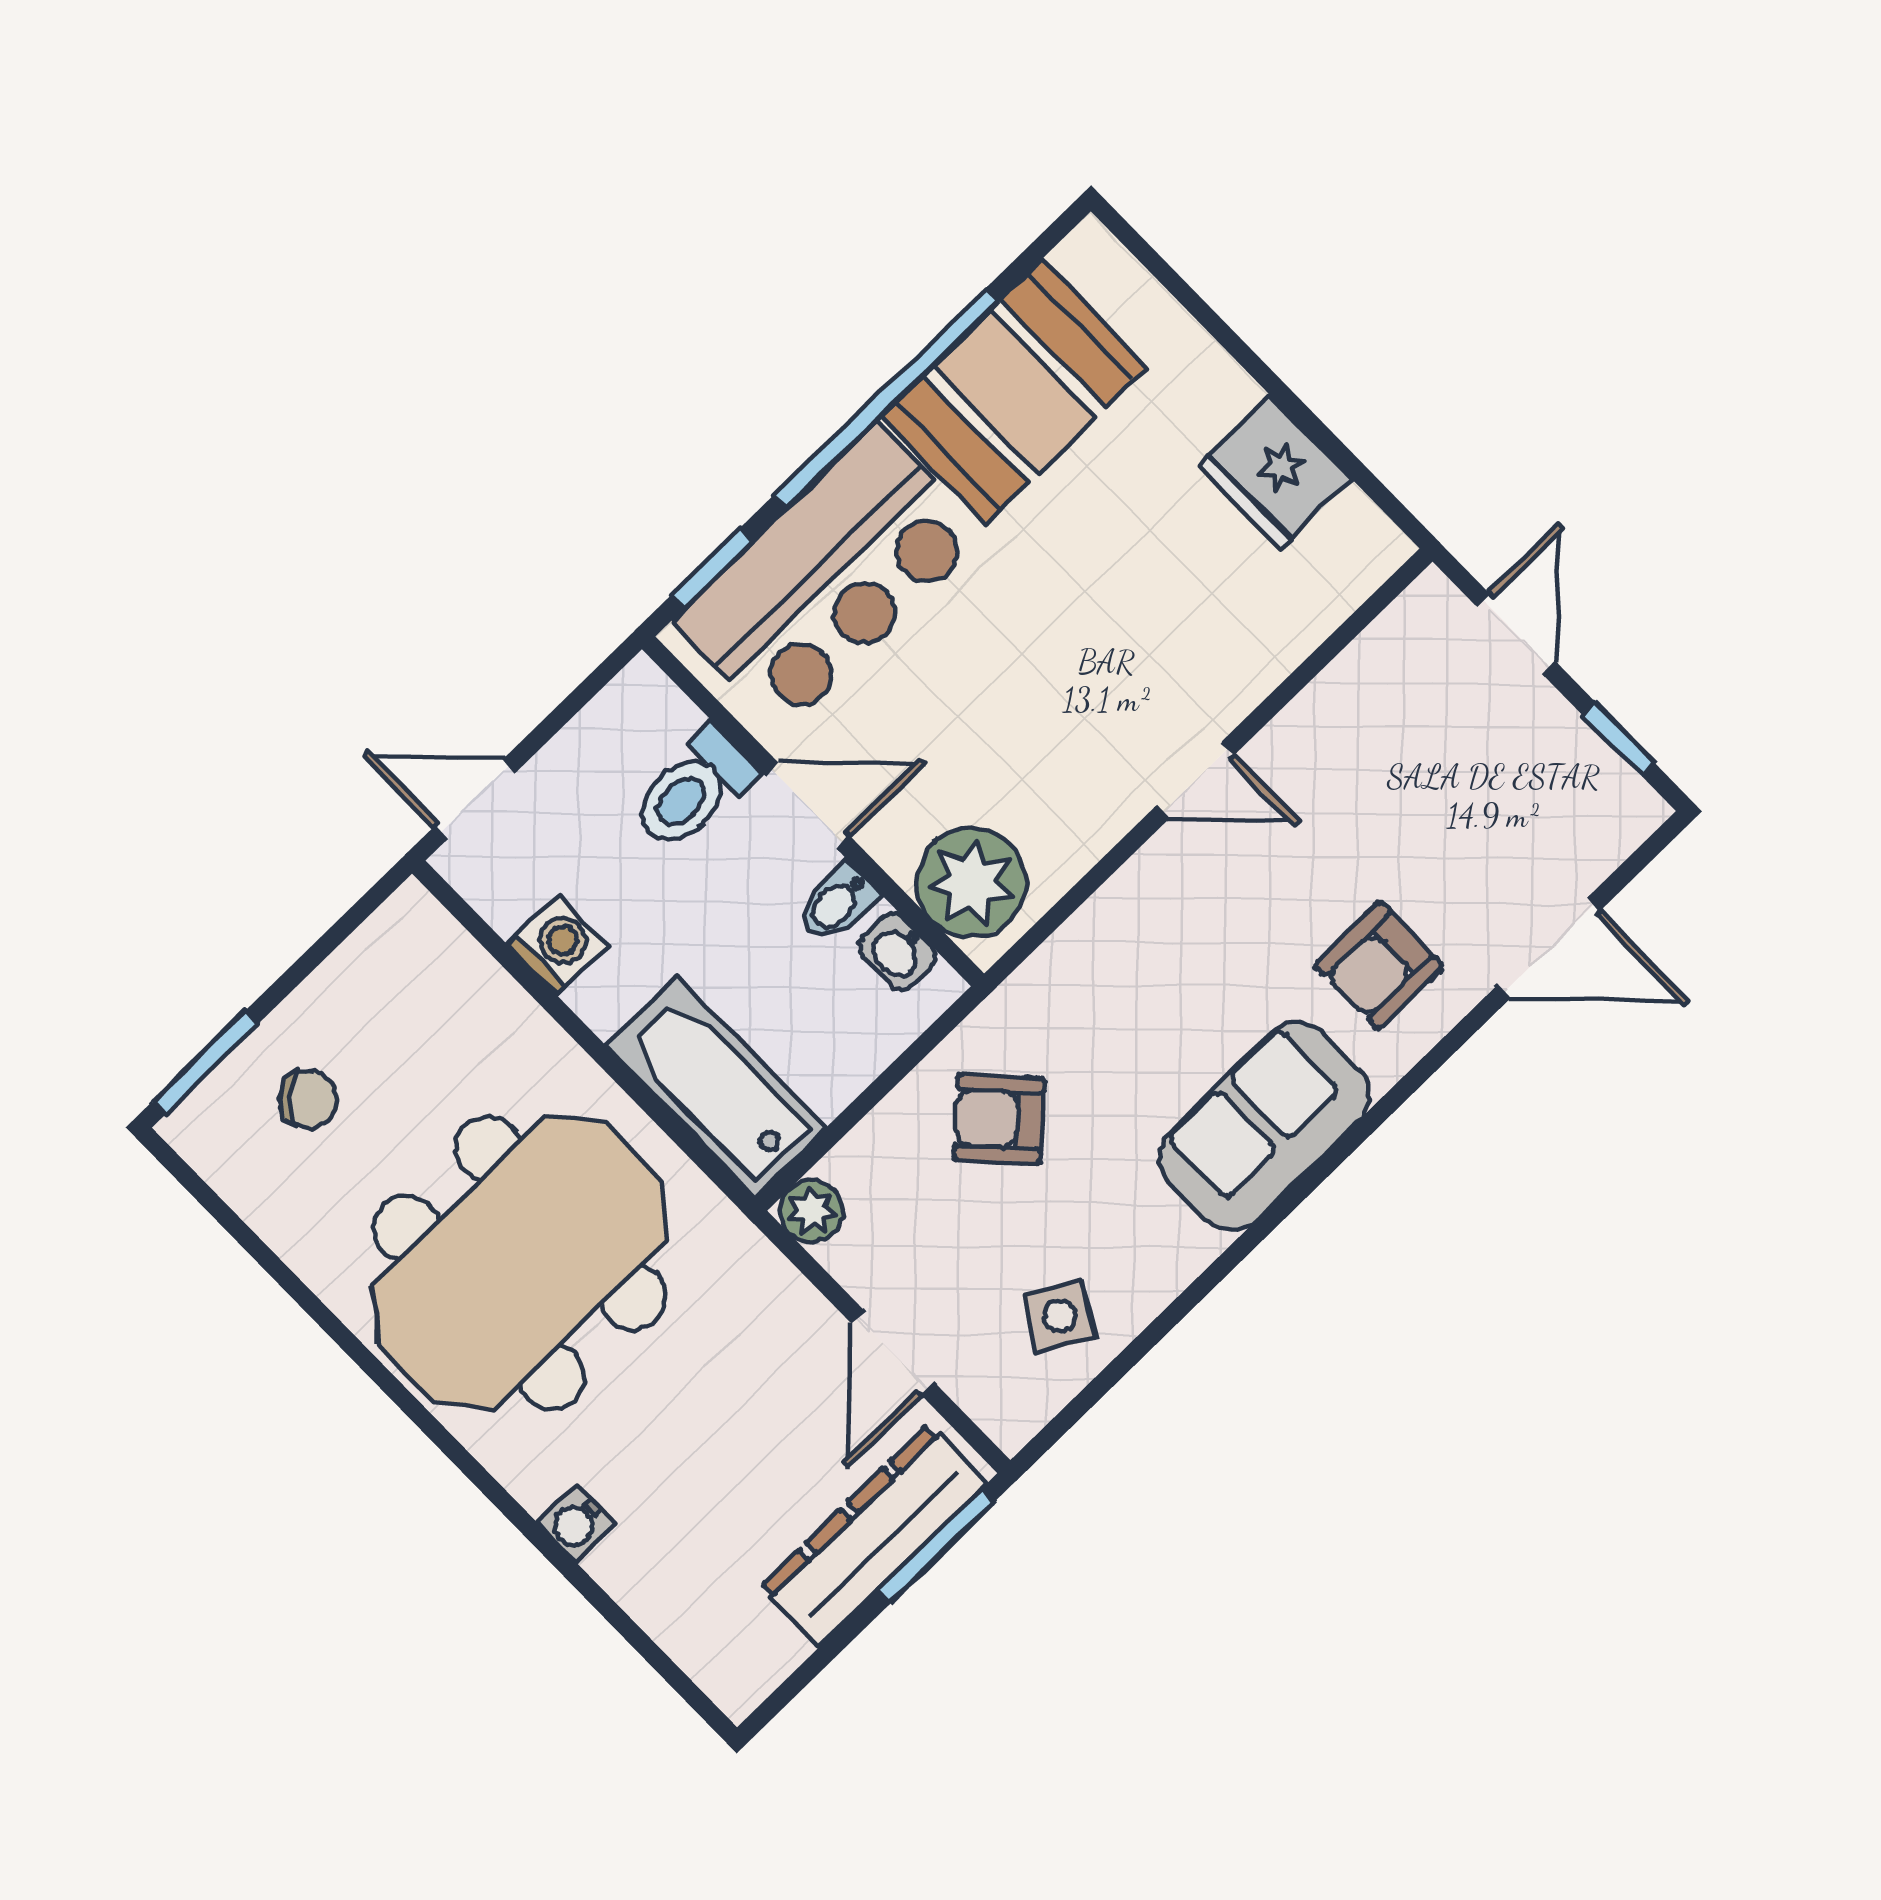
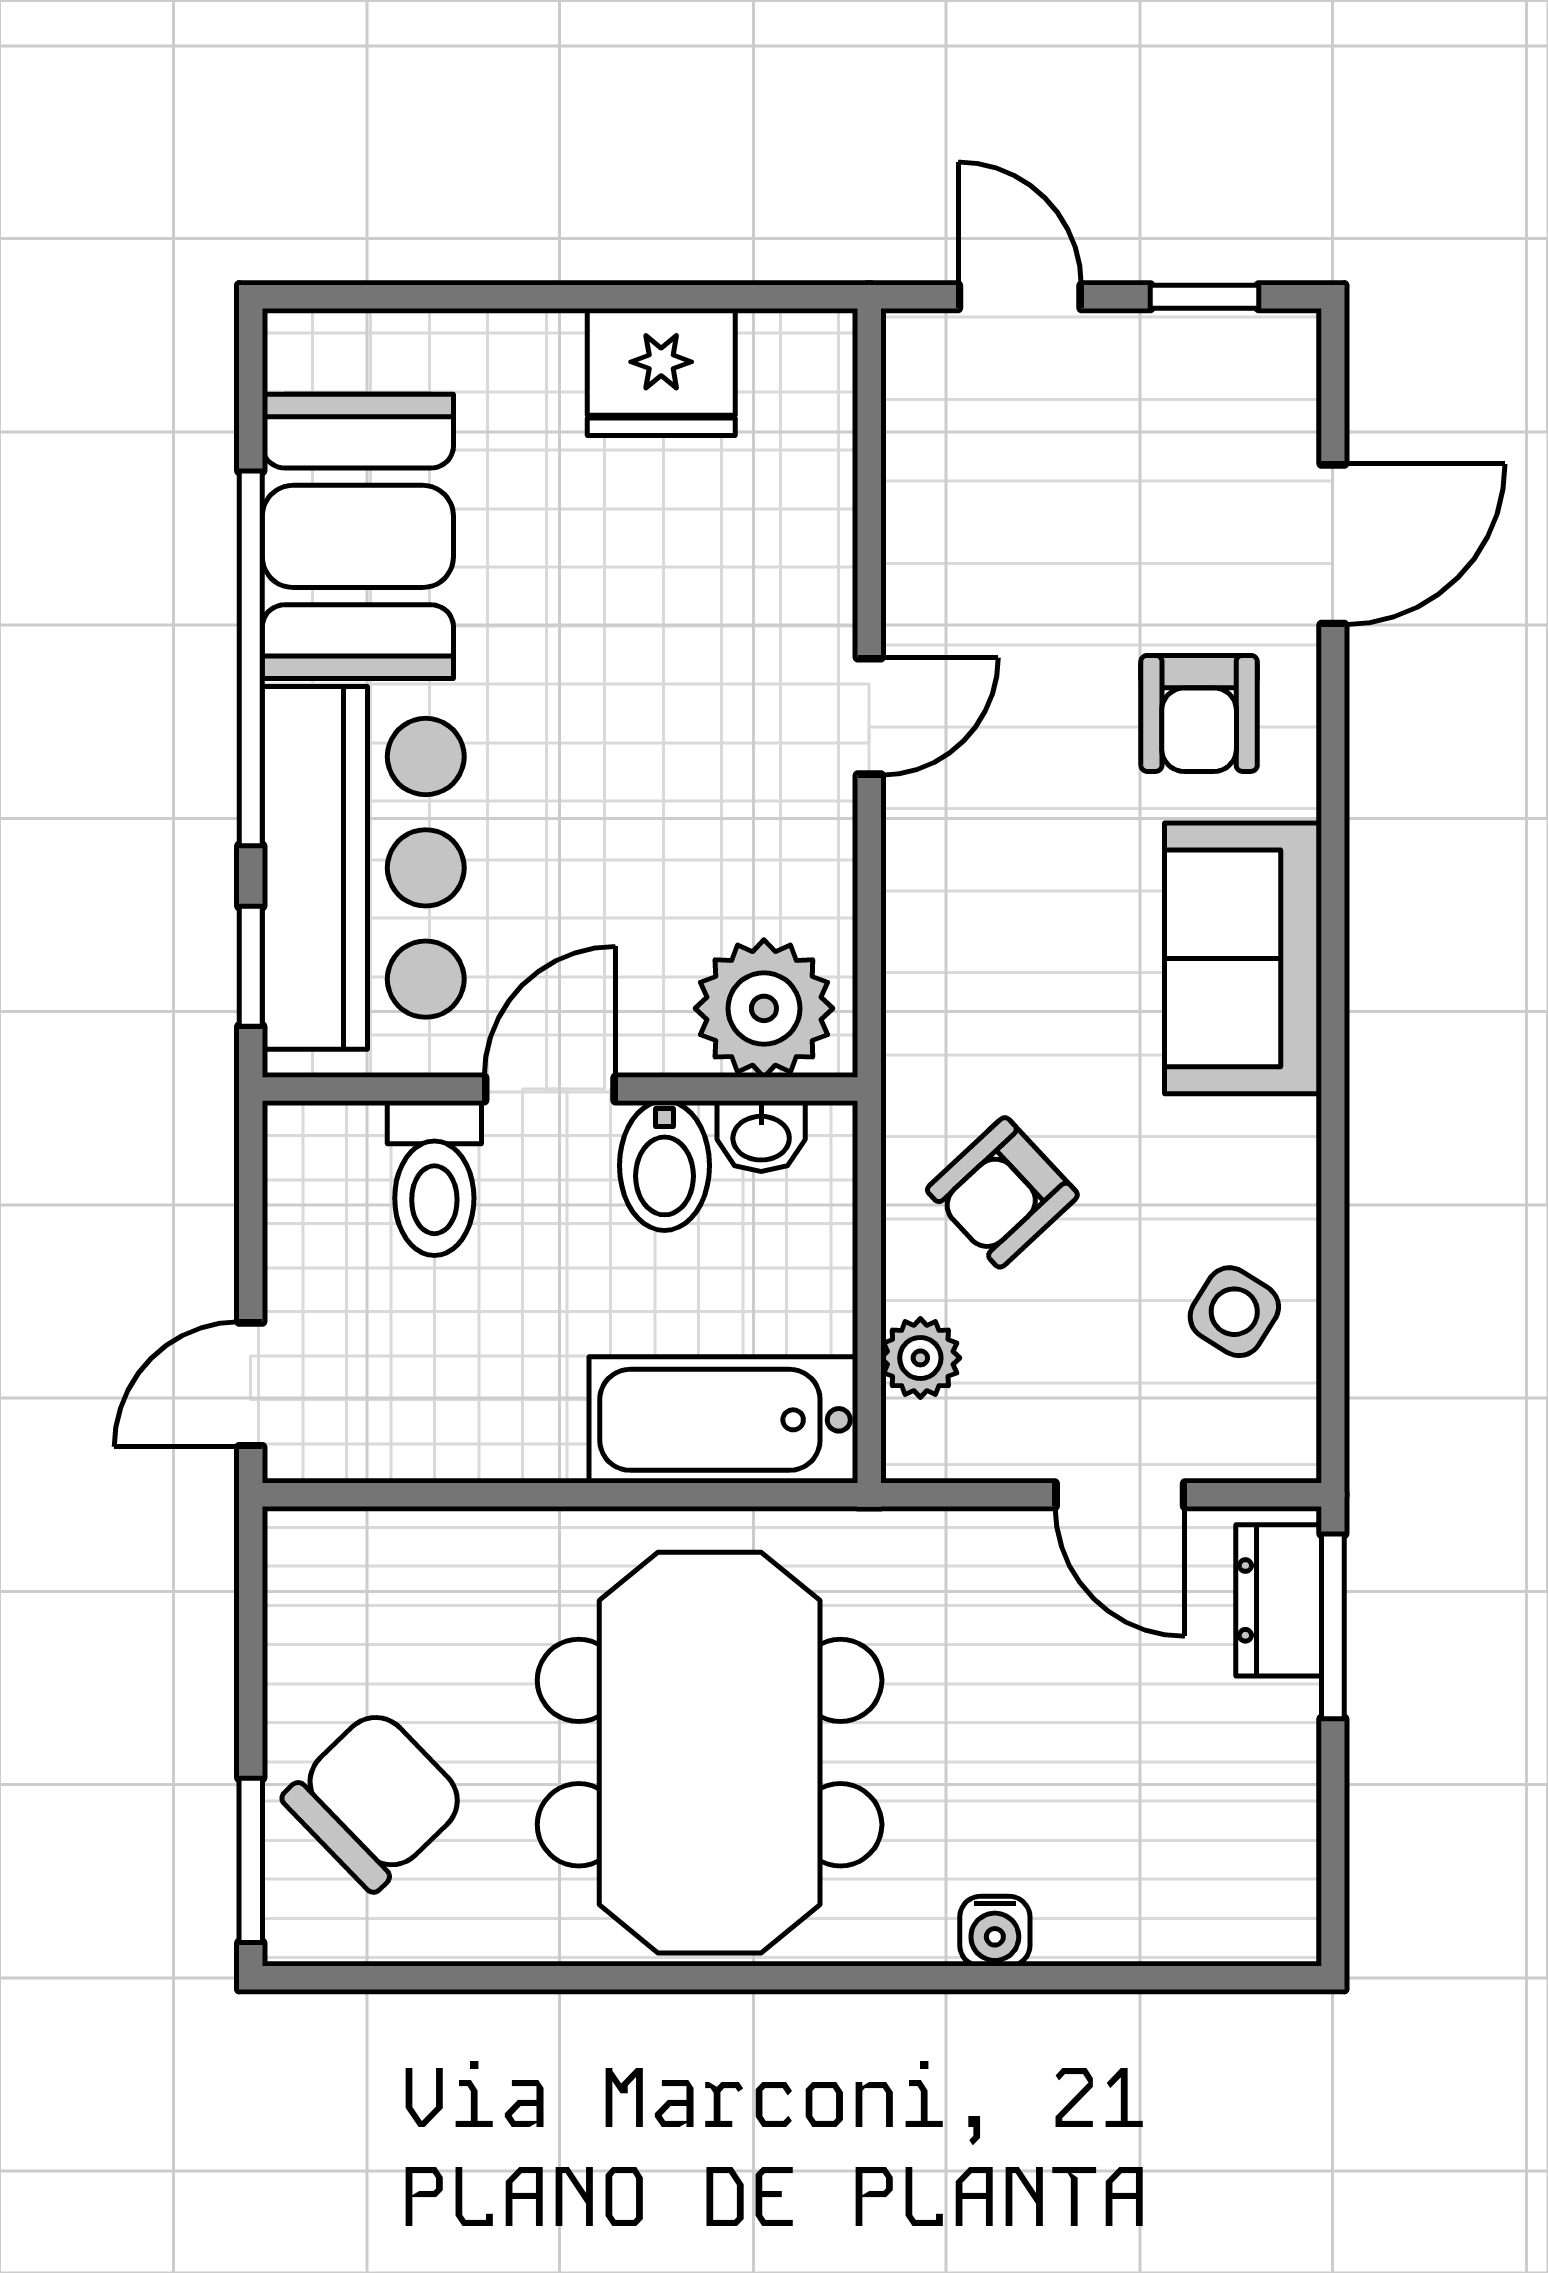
bidet: (837, 903) -> (664, 1166), width x1.38, depth x1.36
washing machine: (558, 945) -> (456, 1438), removed
chair: (308, 1099) -> (375, 1800), width x1.87, depth x1.87
plant: (811, 1211) -> (920, 1358), moved
dresser: (874, 1535) -> (1279, 1600), width x0.51, depth x0.80

